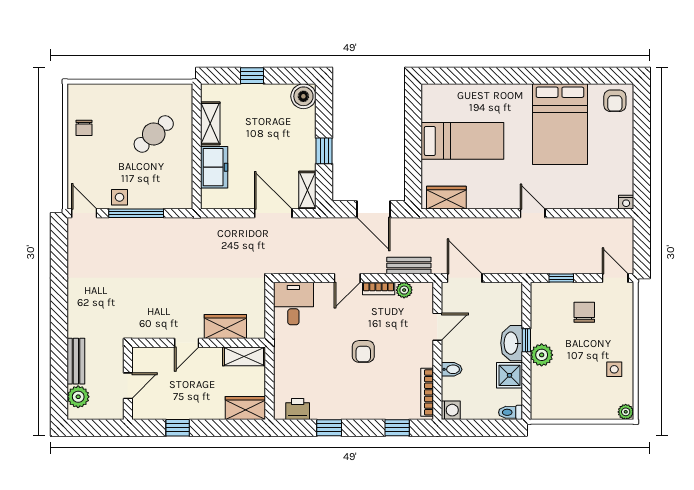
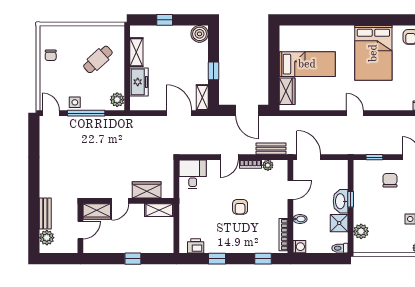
plant: (182, 193) -> (117, 100), added
wardrobe: (446, 198) -> (287, 91), moved, turned 90
plant: (542, 355) -> (361, 231), moved
wardrobe: (245, 408) -> (97, 212), moved, turned 180
window: (178, 428) -> (133, 259), moved

